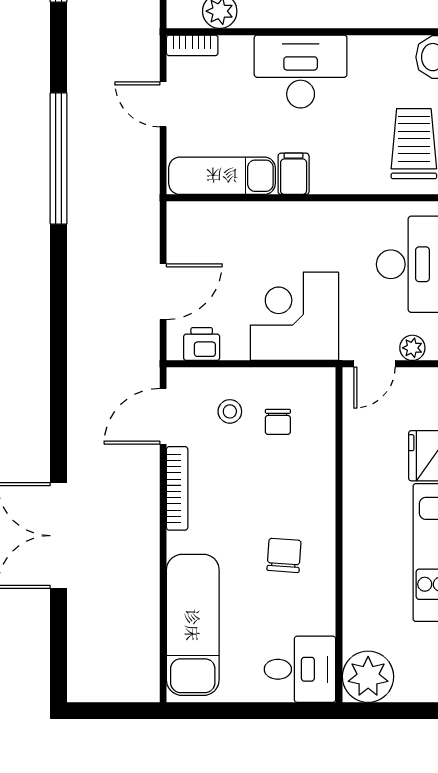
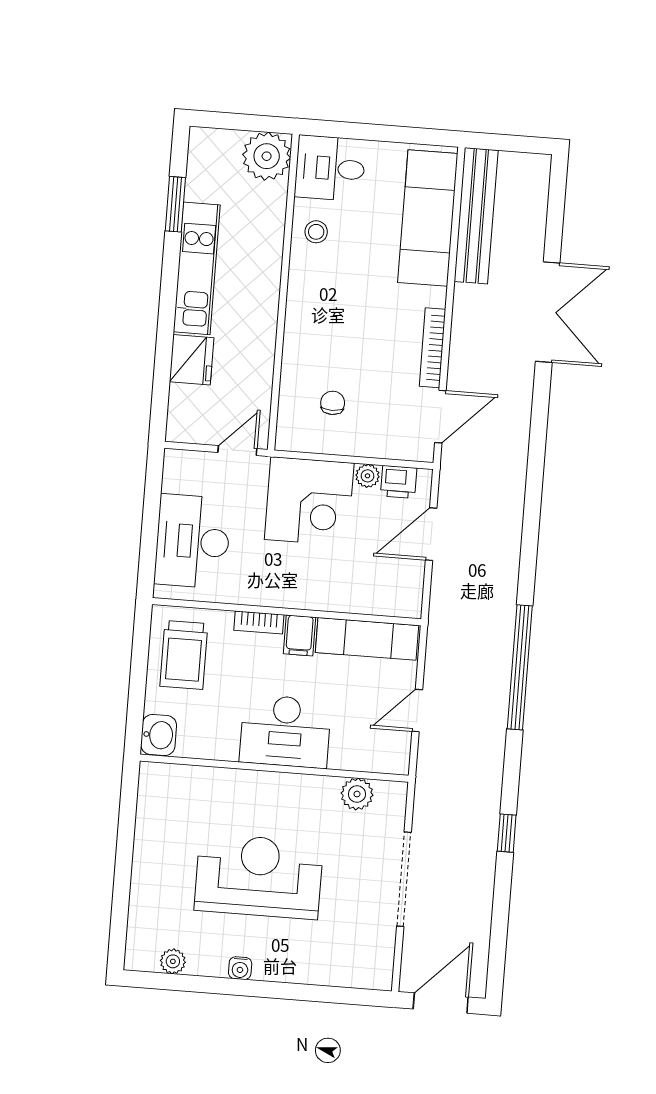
bookcase: (192, 45) -> (259, 622), moved, turned 180
door: (163, 104) -> (417, 710), swing flipped
plant: (412, 348) -> (368, 476), moved
stool: (230, 411) -> (316, 232), moved
chair: (284, 555) -> (337, 277), removed
bench: (142, 631) -> (476, 216), added

